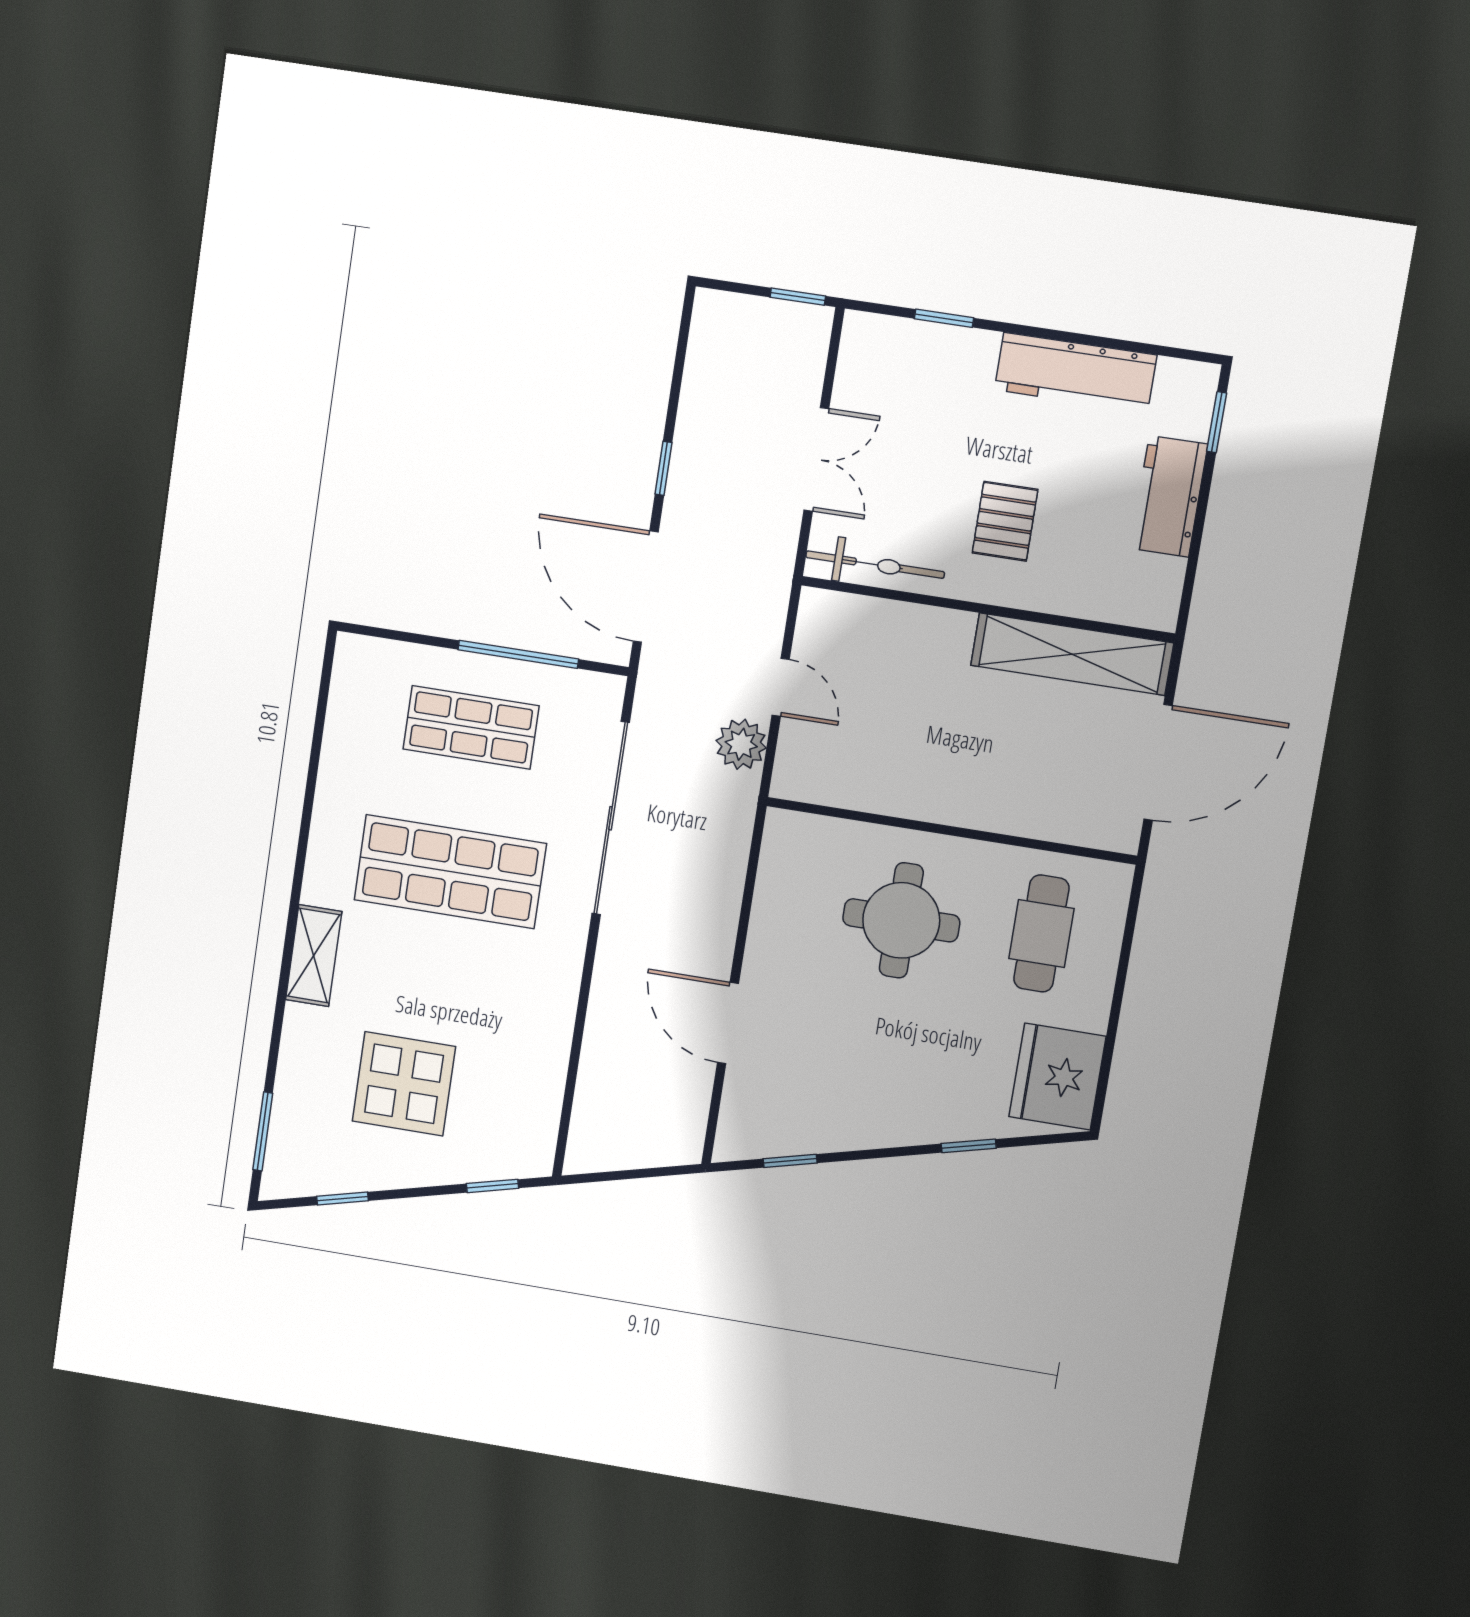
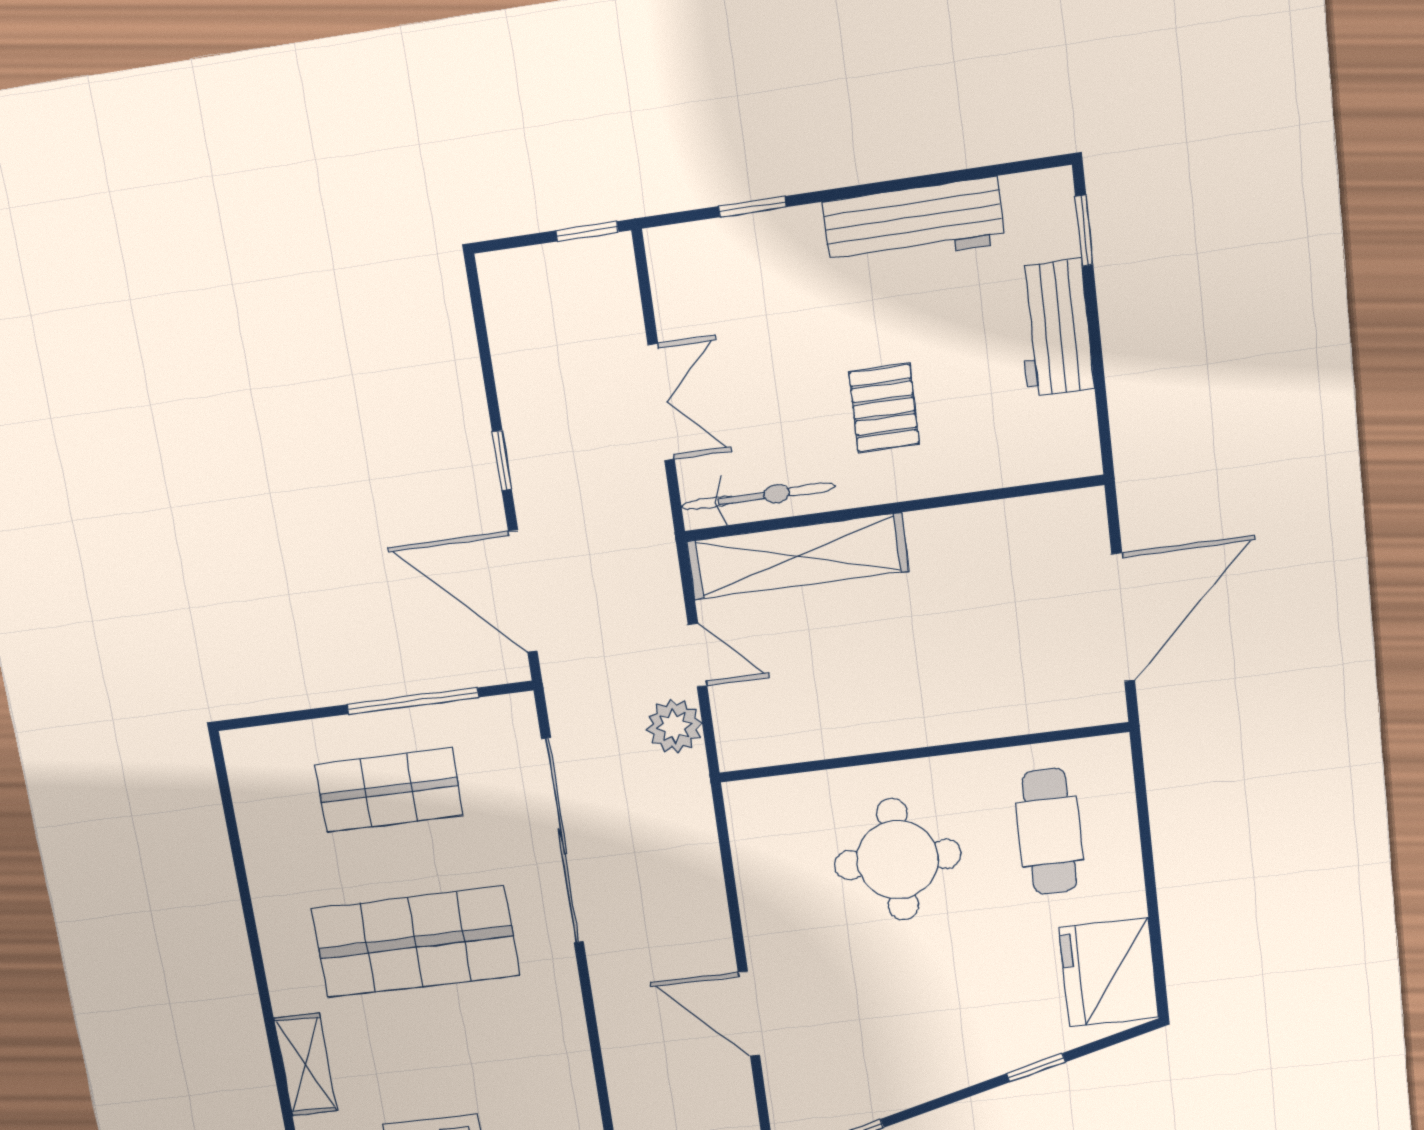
shelving: (1072, 654) -> (797, 556), moved

